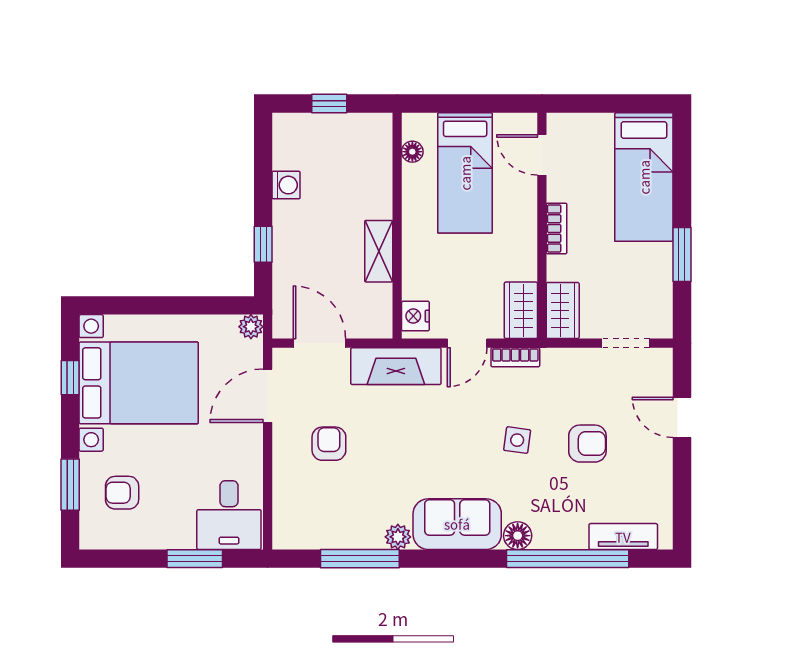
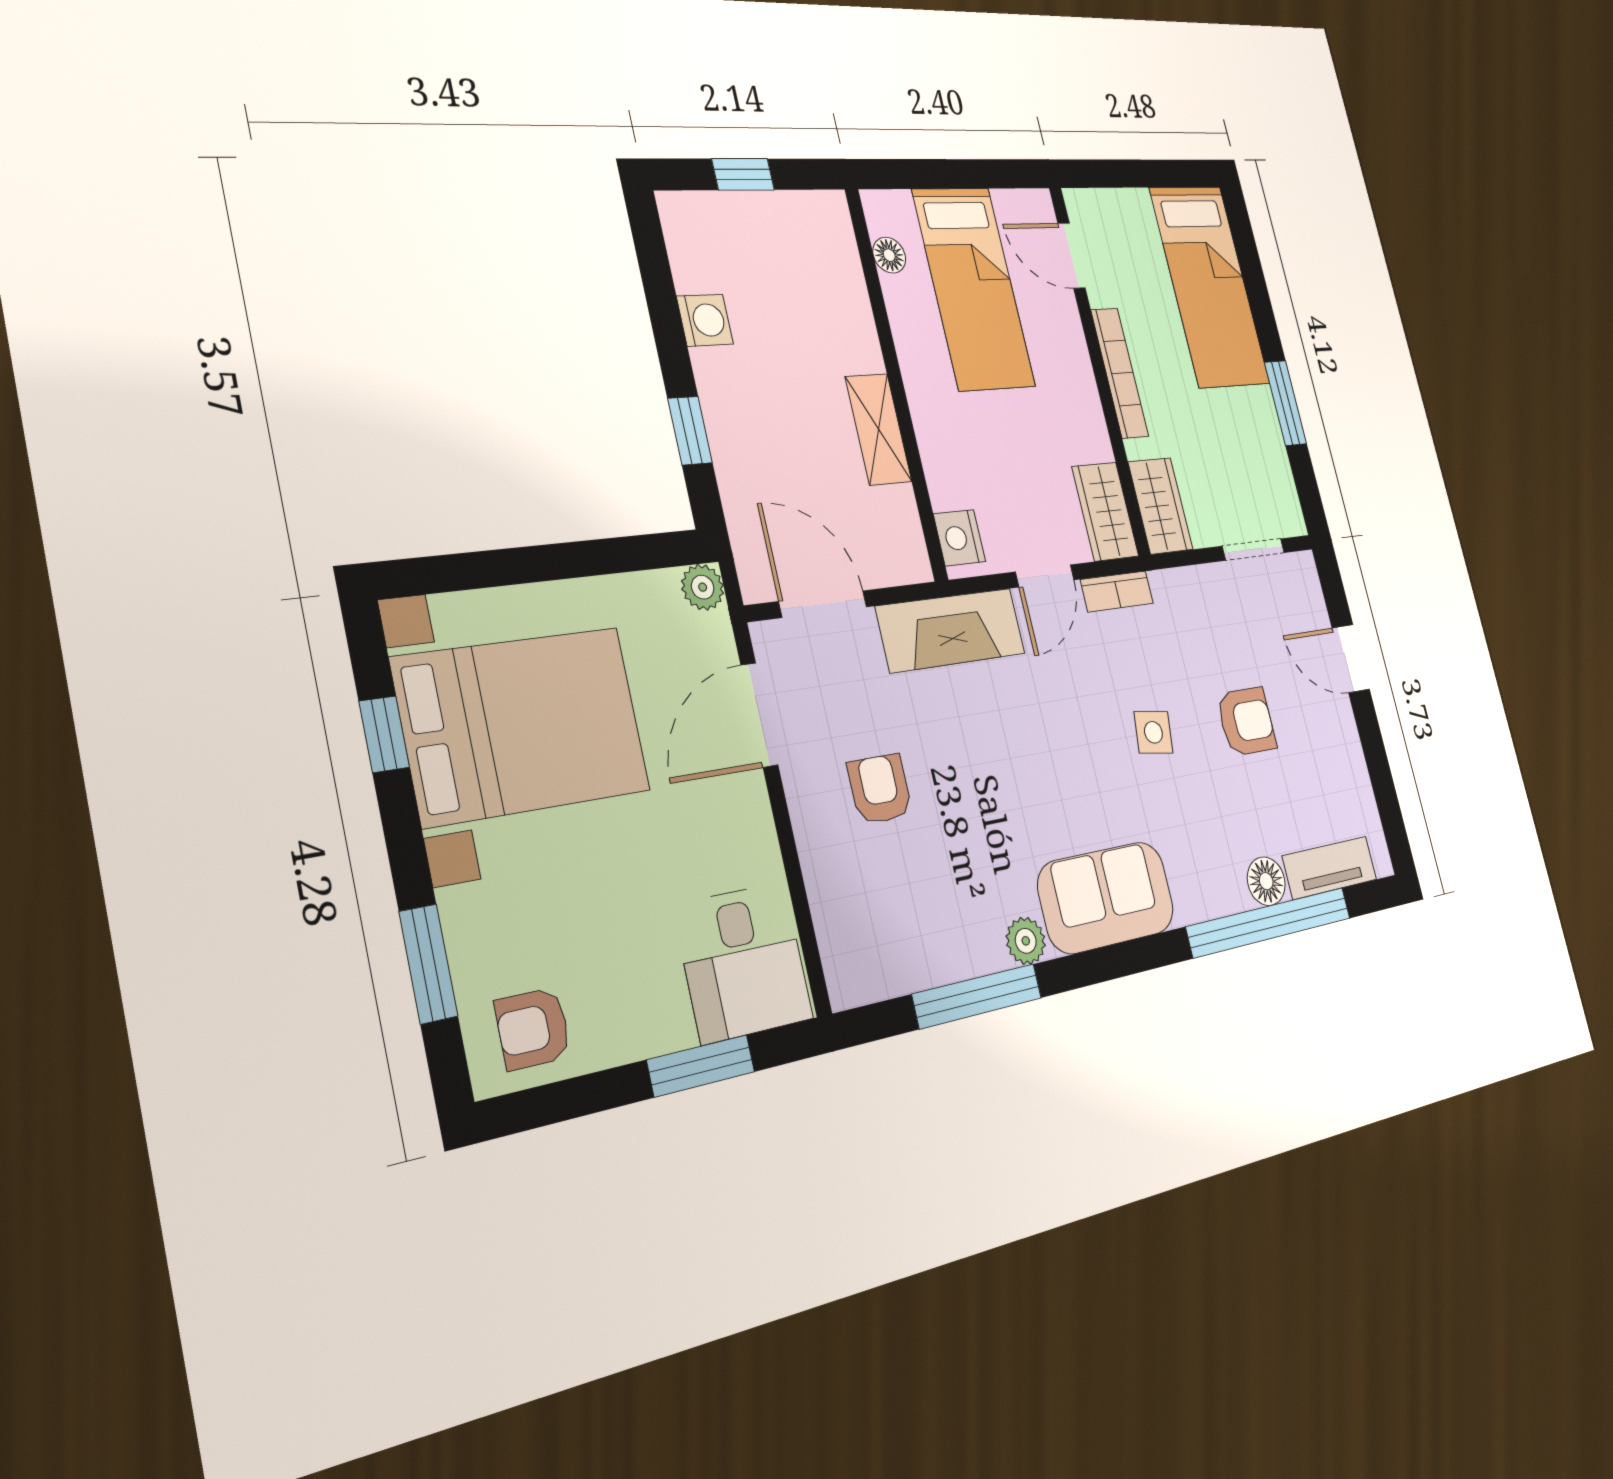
bookcase: (557, 228) -> (1120, 373), width x1.56
armchair: (122, 493) -> (533, 1029), moved
floor lamp: (518, 536) -> (1266, 881), moved

